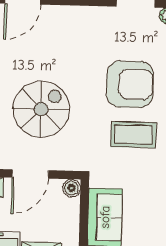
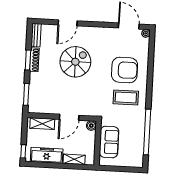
spiral stairs: (41, 109) -> (75, 62), moved

